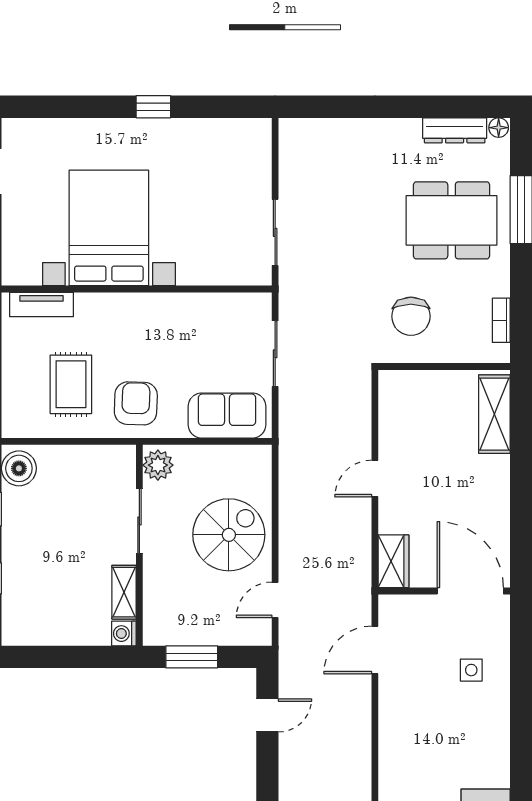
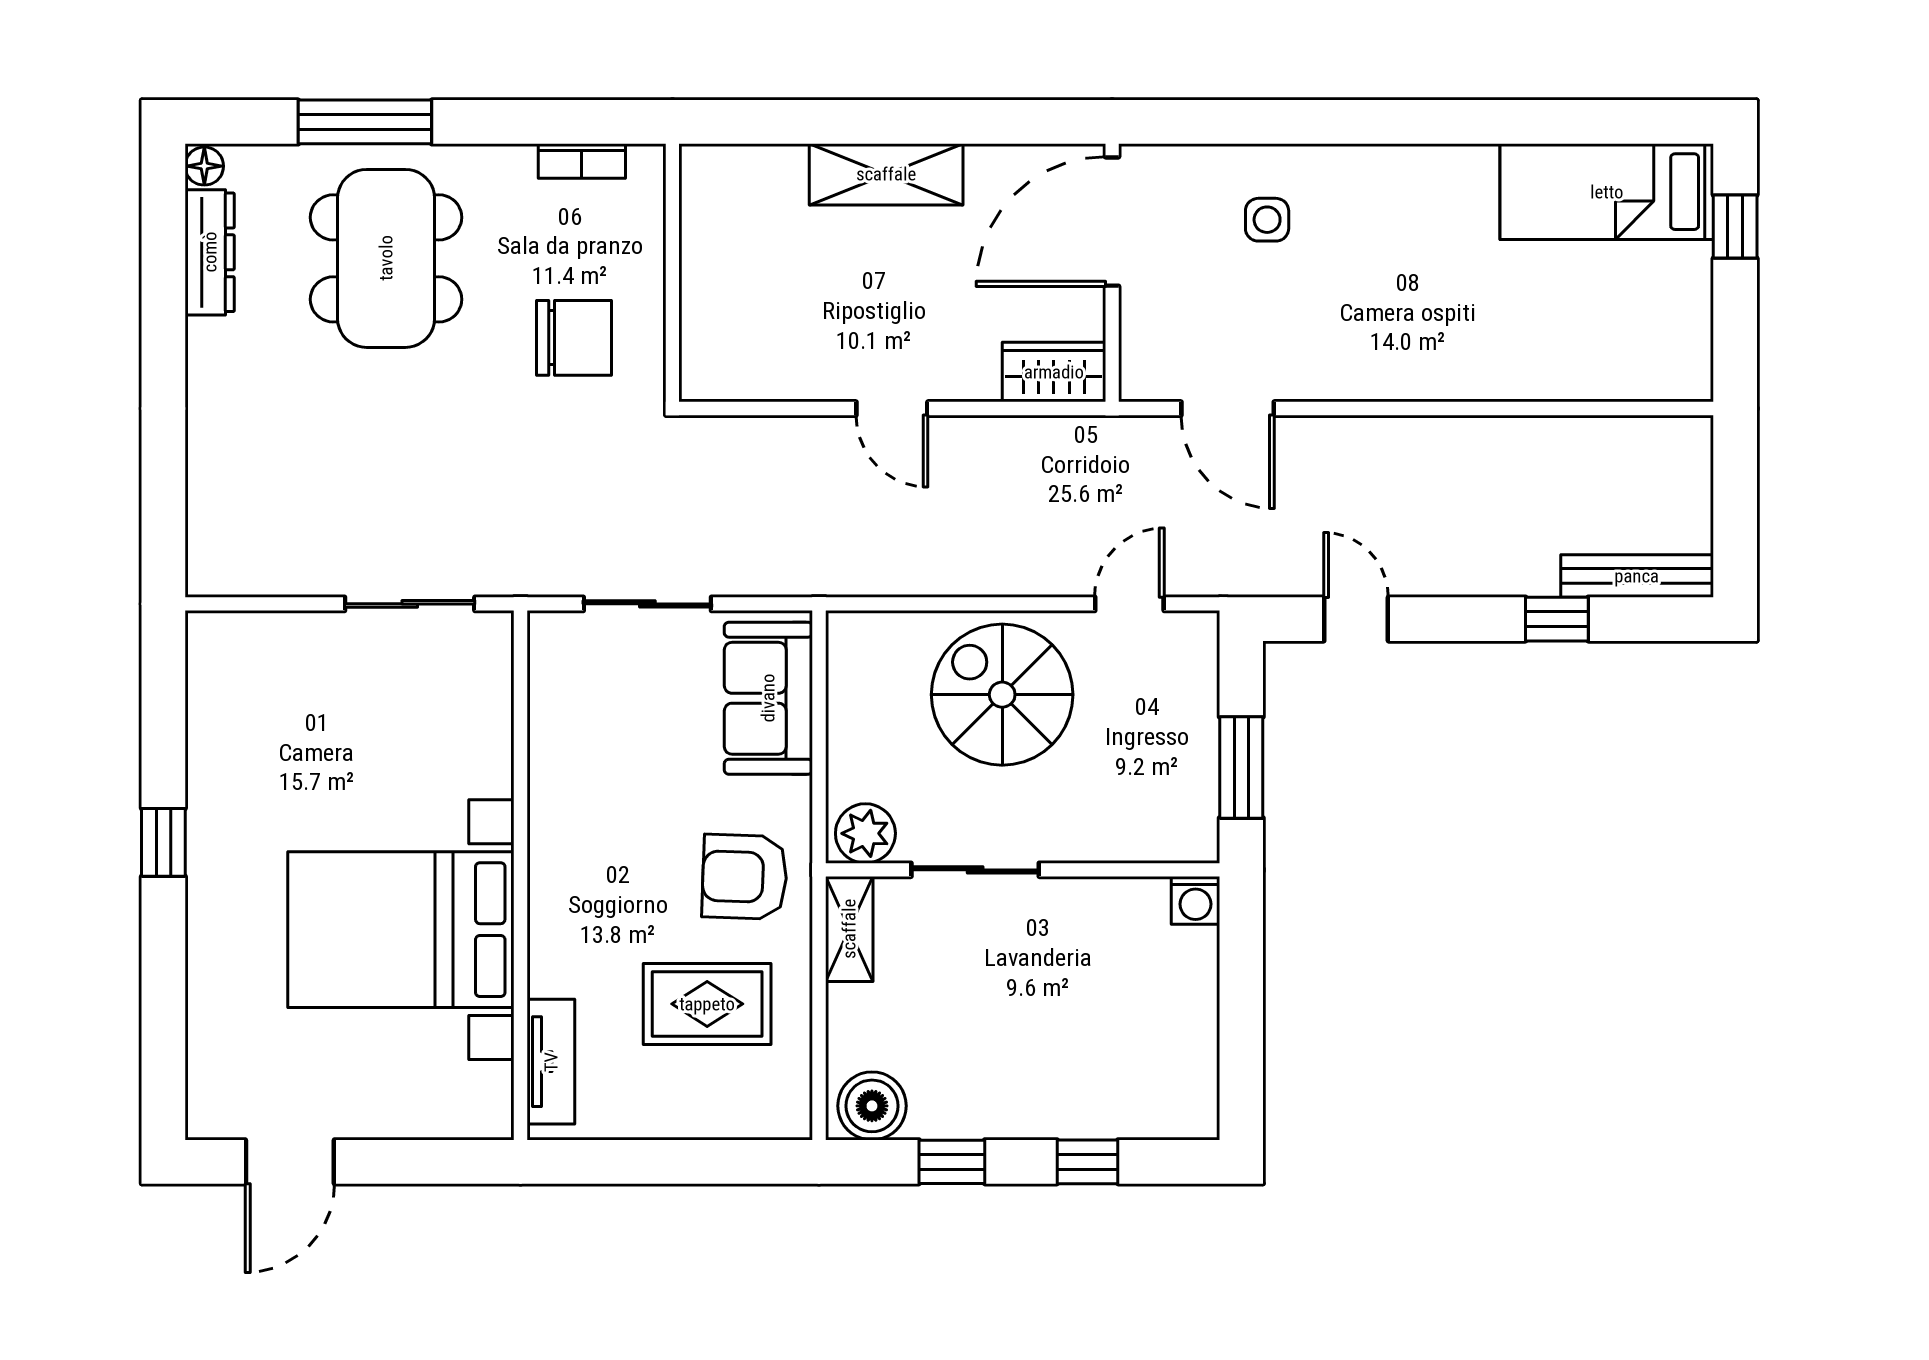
shelving: (494, 414) -> (886, 174), moved
shelving: (124, 592) -> (849, 929), moved, turned 90
door: (275, 600) -> (1129, 604), swing flipped

